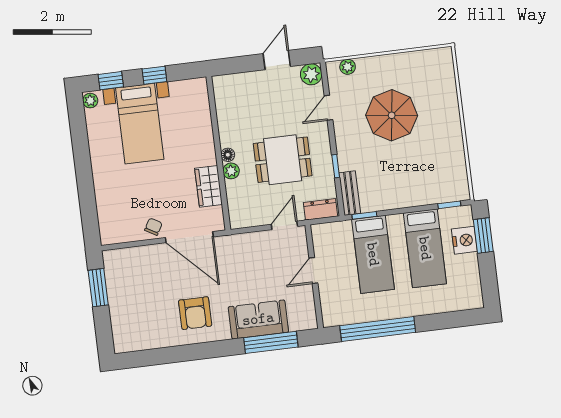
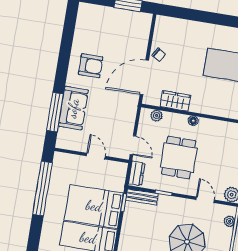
plant: (231, 171) -> (157, 116), moved
bed: (373, 254) -> (94, 206), width x1.50
armchair: (195, 313) -> (91, 66), turned 180

